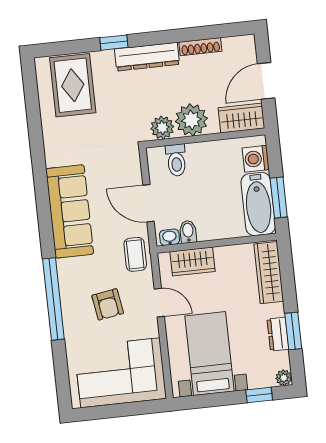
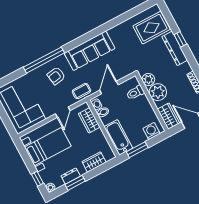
dresser: (147, 57) -> (175, 48), moved
bathtub: (258, 204) -> (118, 137), moved, turned 90
wardrobe: (269, 273) -> (94, 162), width x0.67
armchair: (108, 304) -> (56, 76), moved

